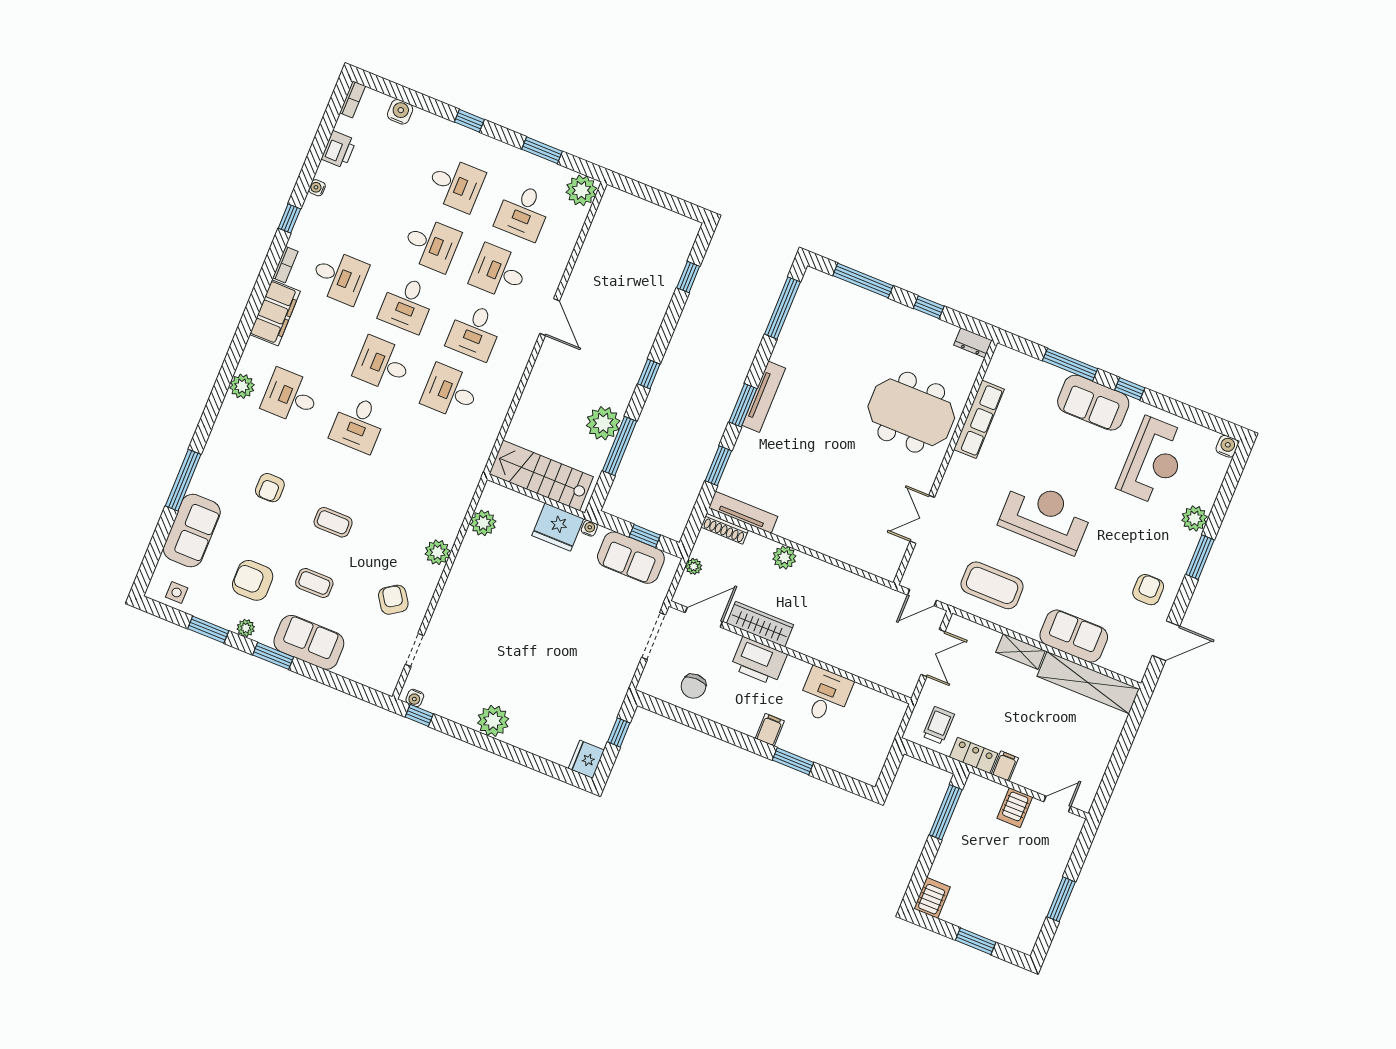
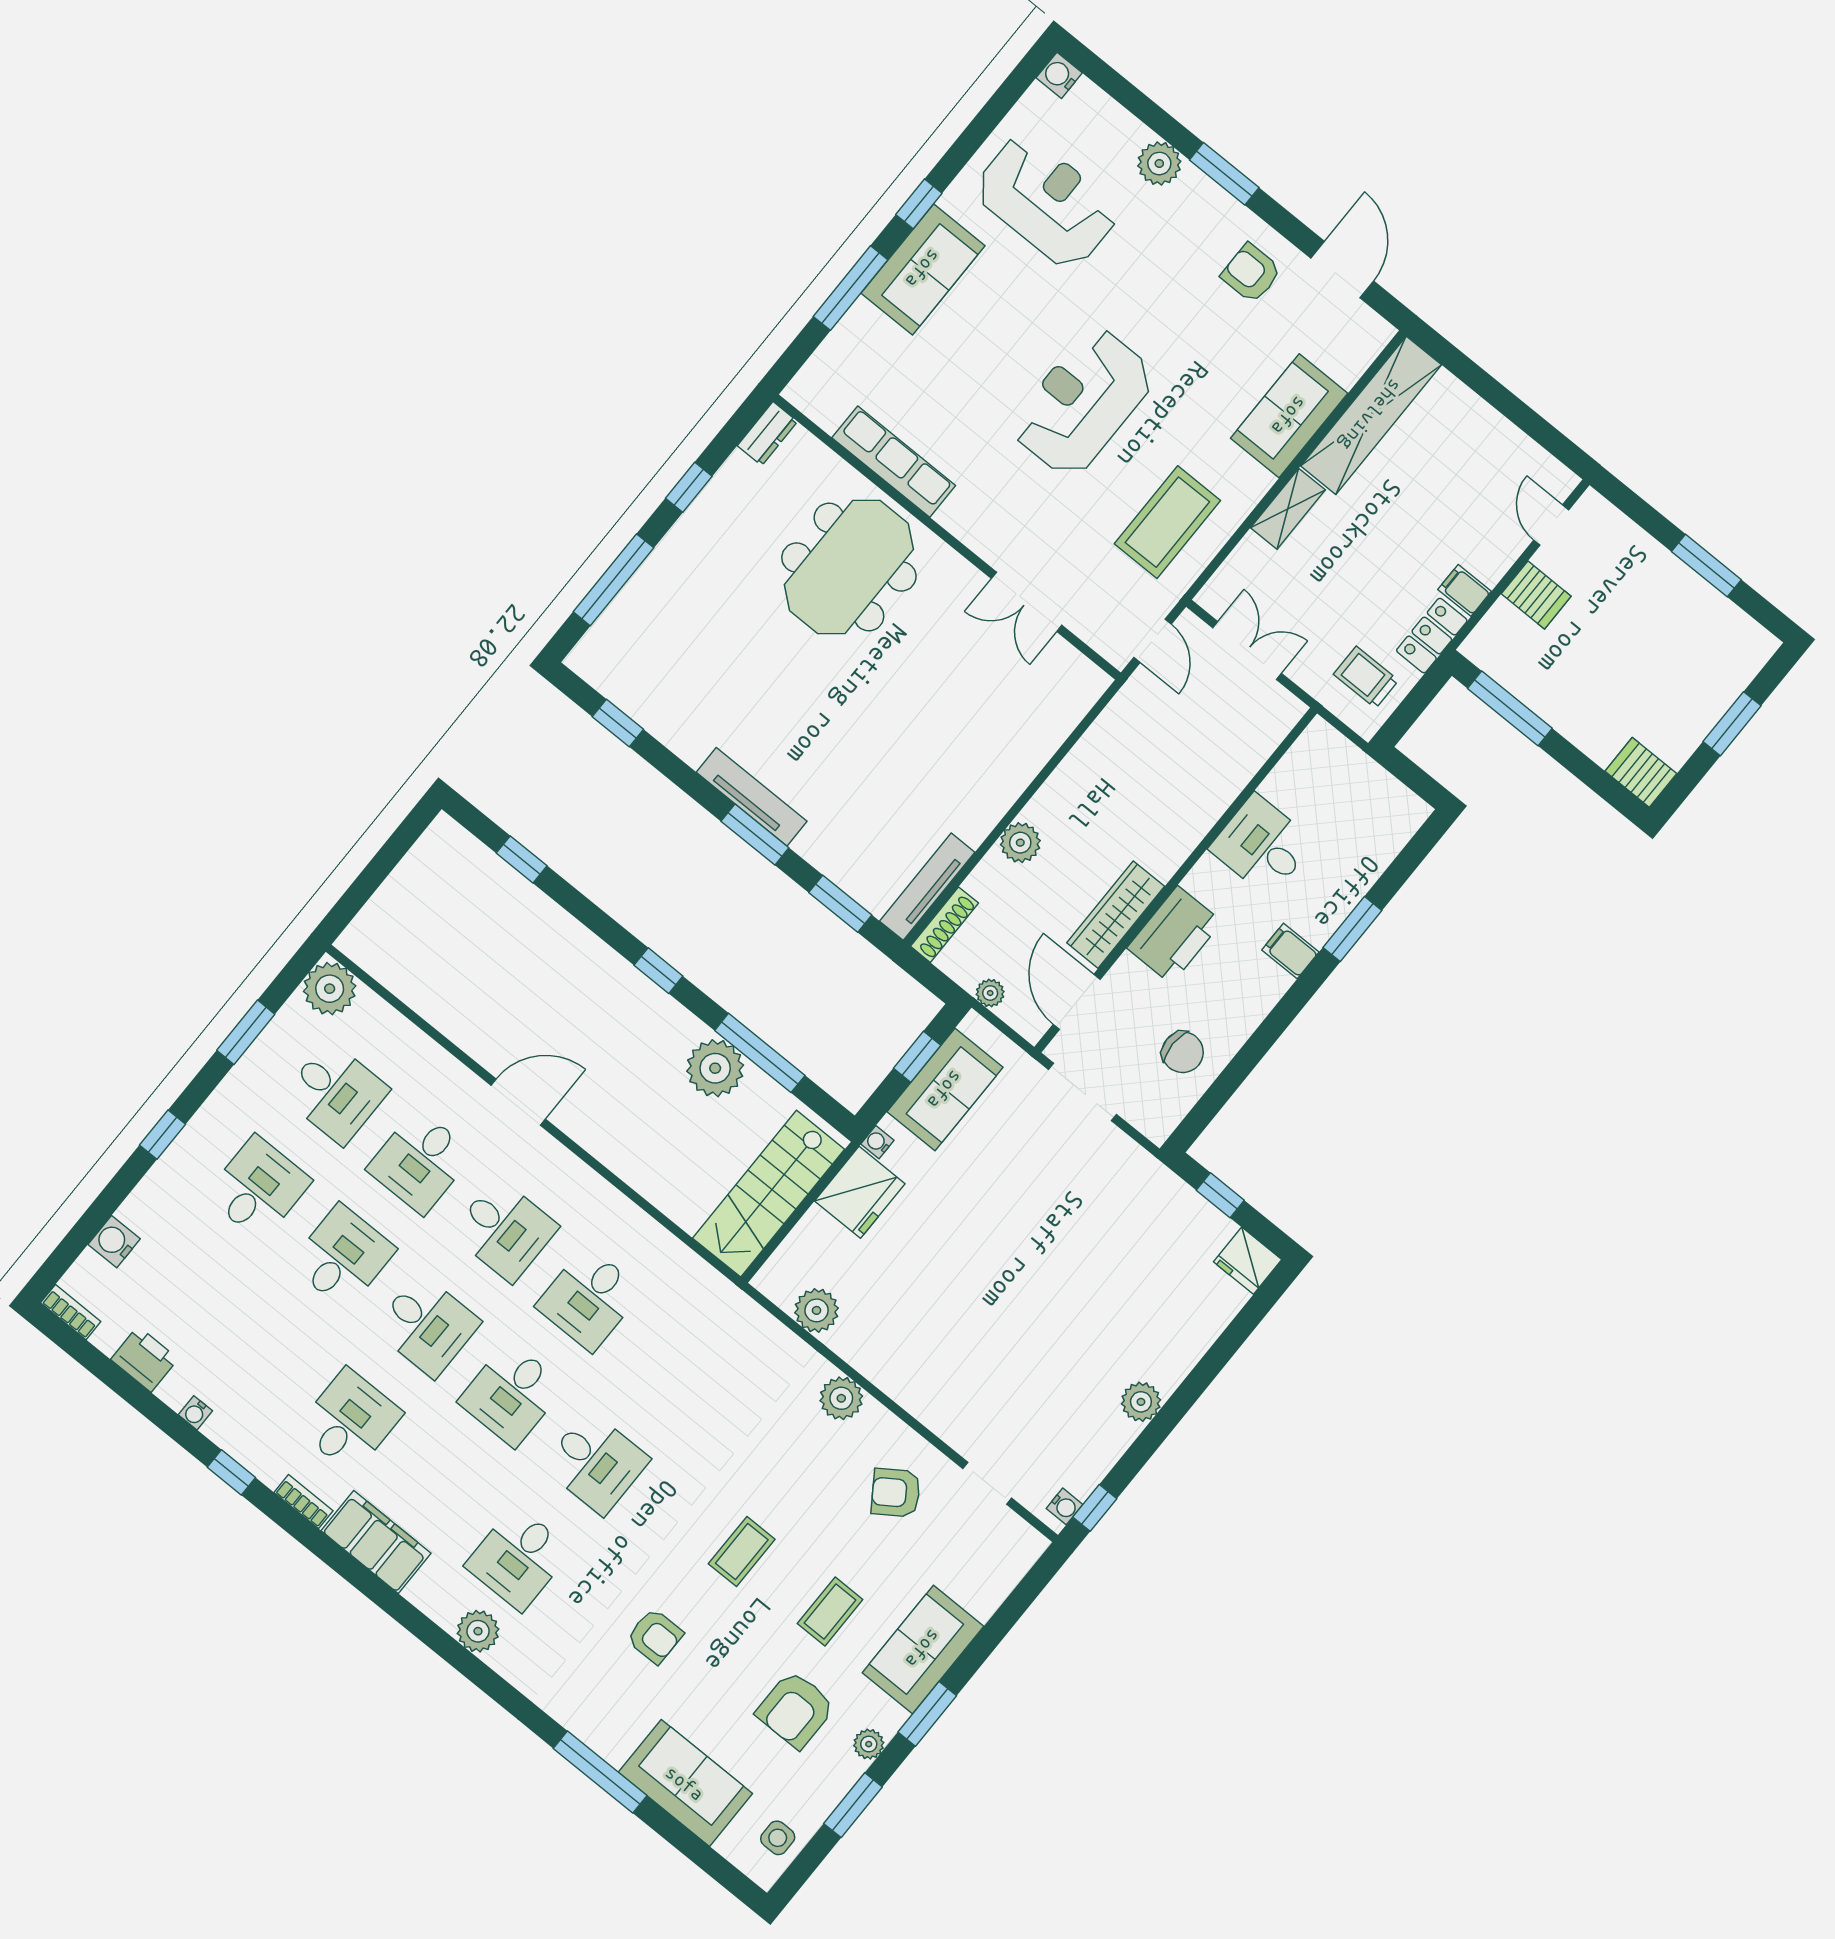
window: (782, 308) -> (618, 723), width x0.46
plant: (493, 721) -> (1141, 1402), width x0.73, depth x0.73

